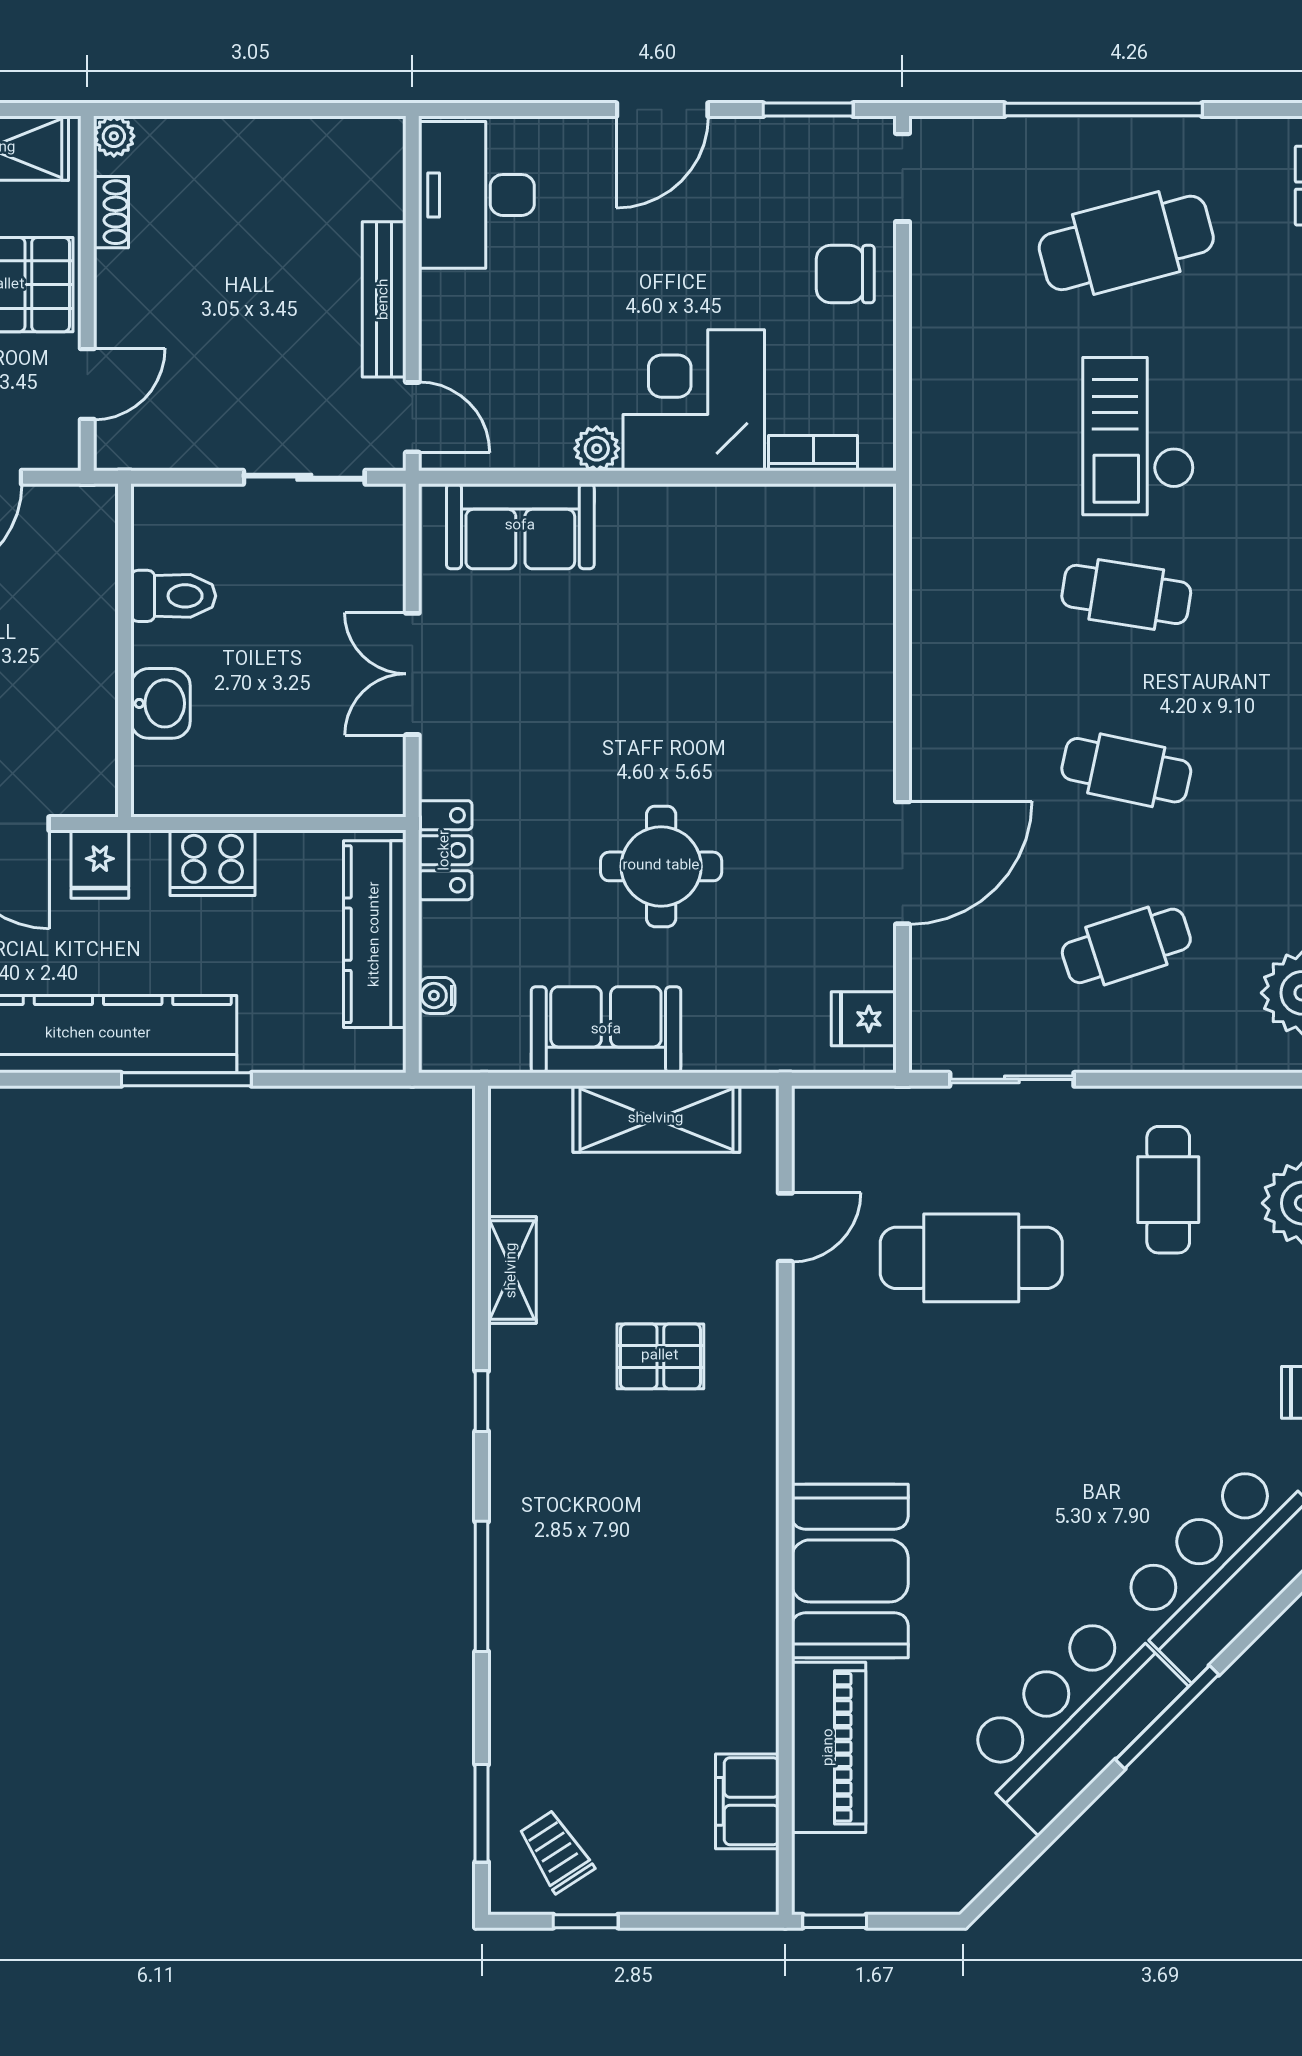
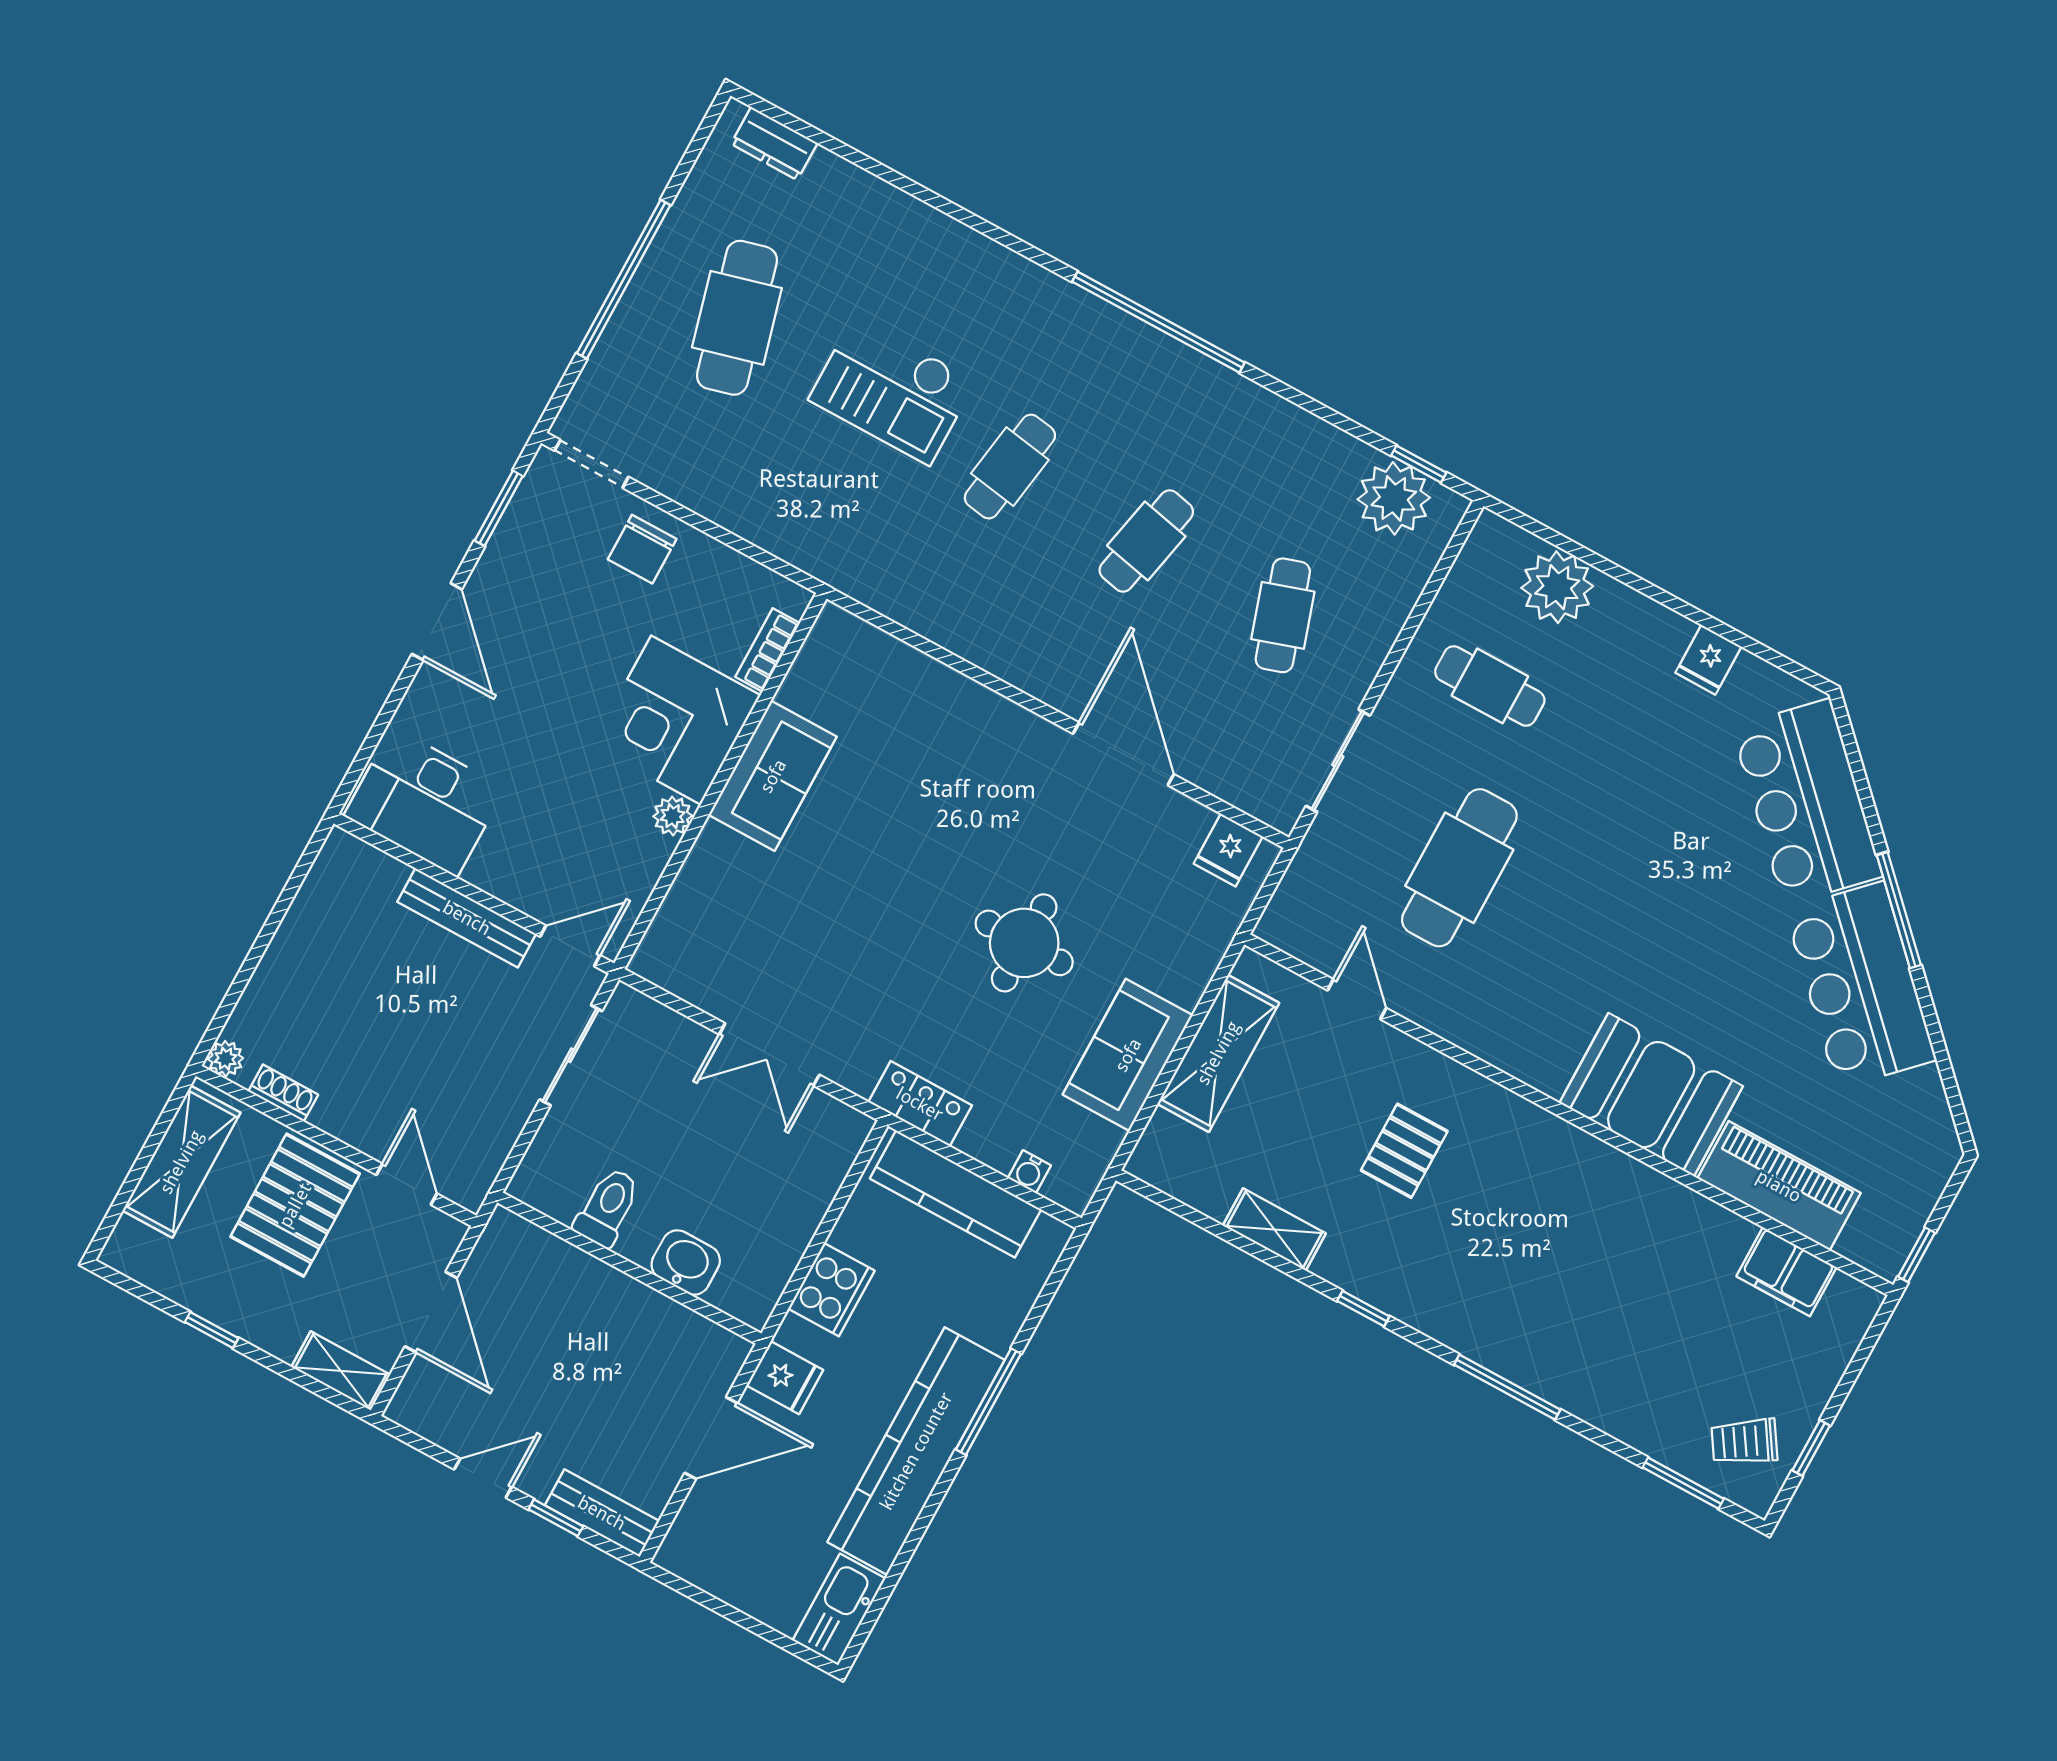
sofa: (520, 526) -> (773, 776), moved

